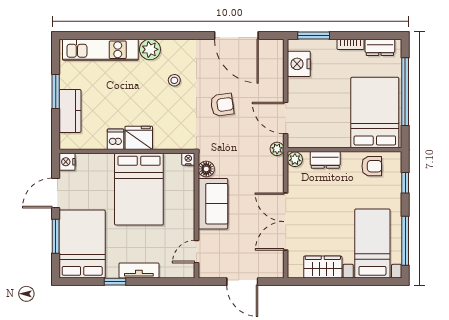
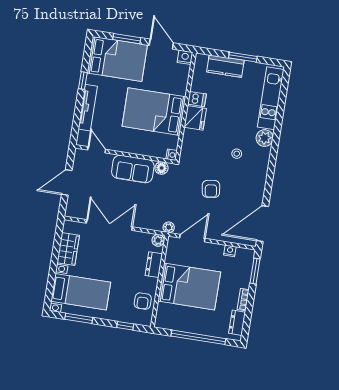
door: (236, 36) -> (262, 224), moved
nightstand: (299, 64) -> (230, 251), width x0.53, depth x0.56
bed: (375, 113) -> (189, 287), moved
window: (405, 241) -> (79, 318), width x0.69
tv unit: (139, 270) -> (88, 108), width x1.41

